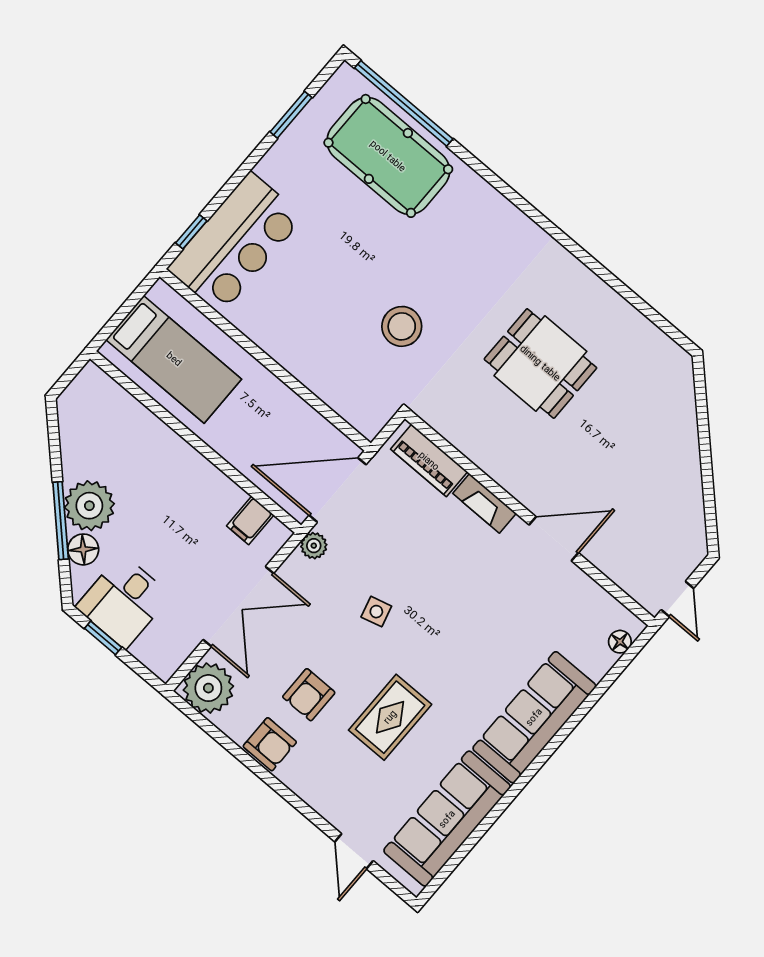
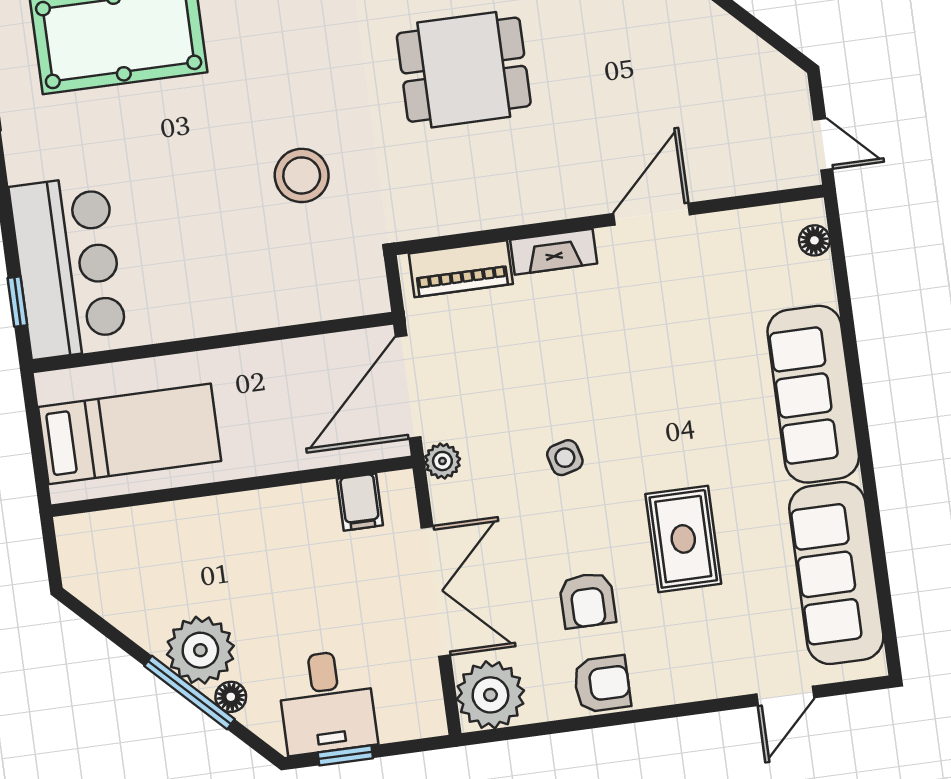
floor lamp: (83, 549) -> (231, 697), width x0.73, depth x0.73
door: (354, 851) -> (785, 696), hinge flipped

